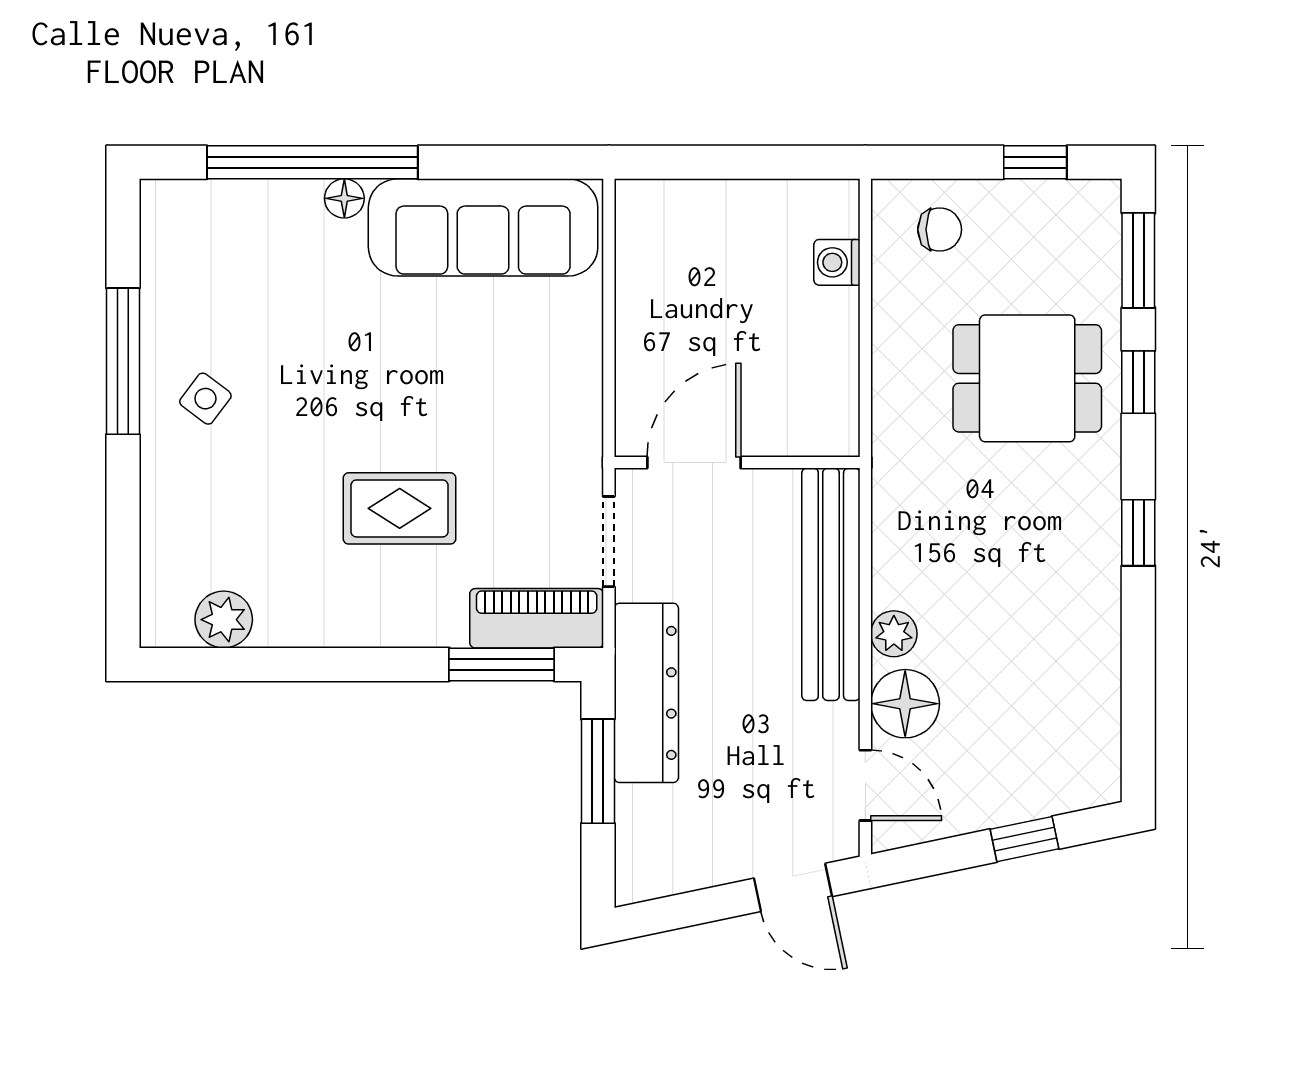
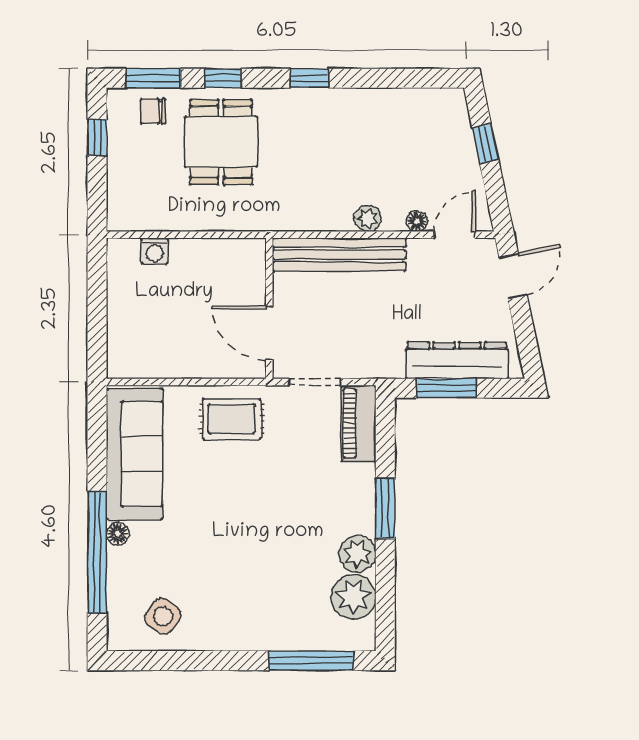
chair: (940, 230) -> (153, 111), moved, turned -90
window: (123, 361) -> (311, 661), moved
side table: (205, 399) -> (163, 616), moved, width x1.37, depth x1.37
rug: (400, 508) -> (232, 419), moved, turned 90
plant: (309, 616) -> (358, 554), added
plant: (224, 620) -> (353, 597), width x1.36, depth x1.36
window: (502, 664) -> (385, 508), moved
dresser: (646, 693) -> (457, 360), moved
floor lamp: (905, 704) -> (417, 221), width x0.53, depth x0.53

